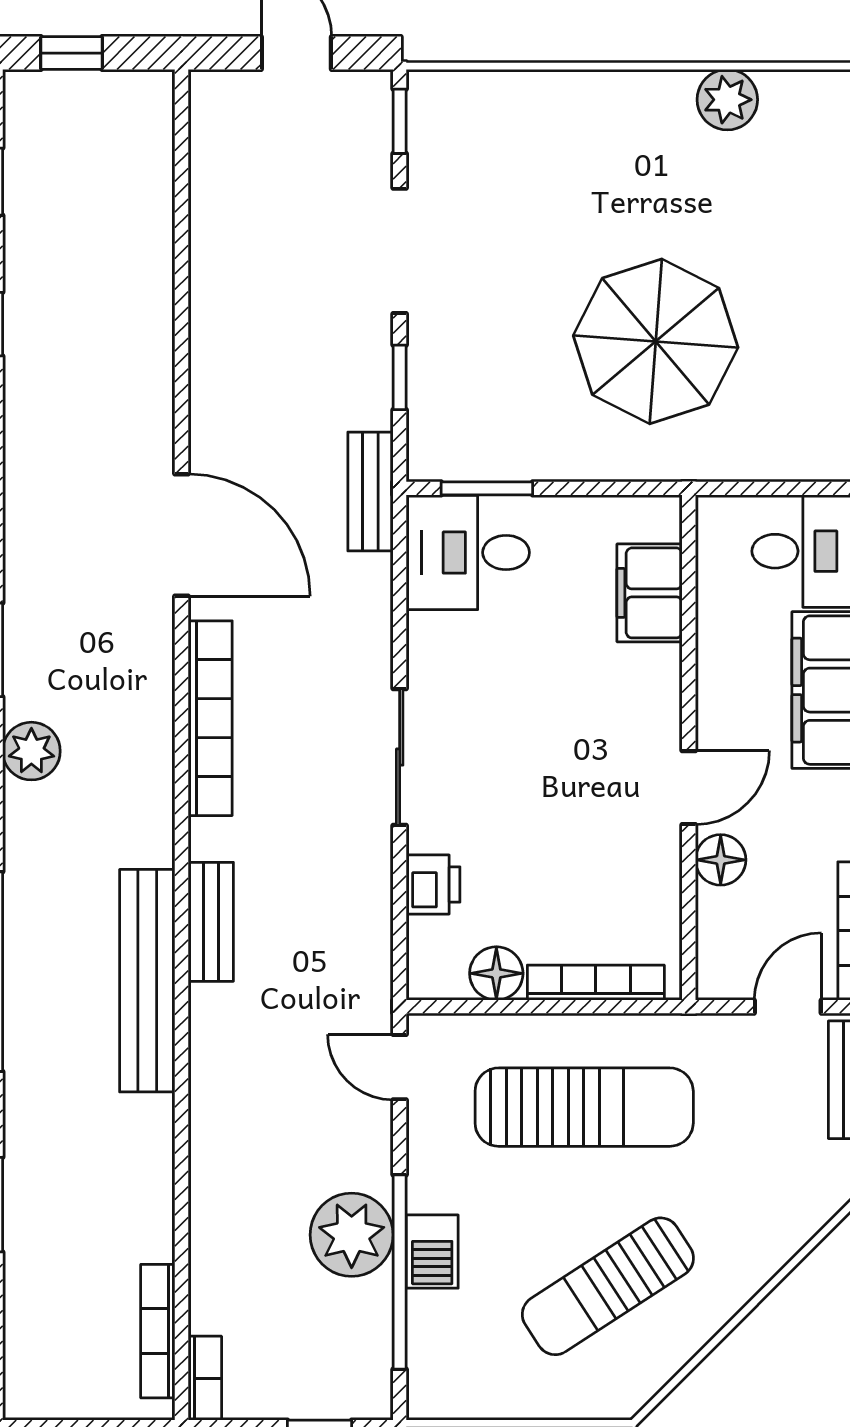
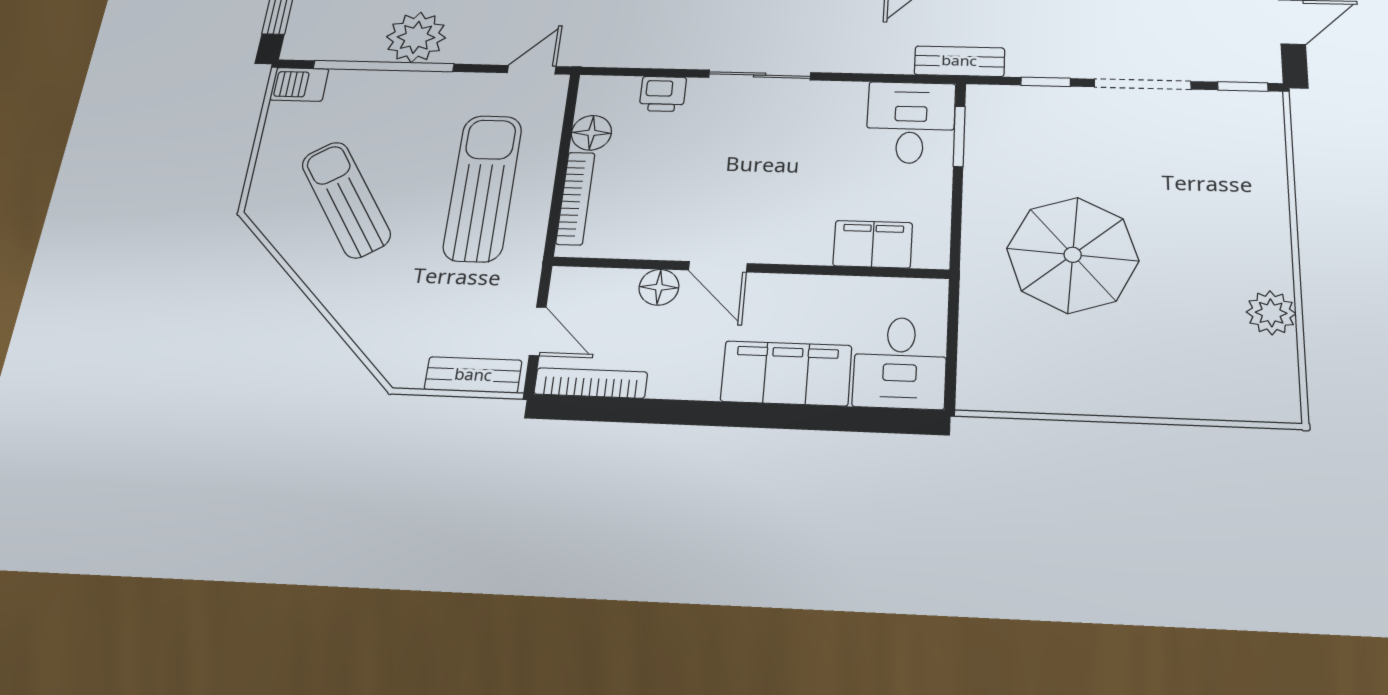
sun lounger: (584, 1107) -> (483, 188), turned 180
barbecue: (432, 1252) -> (299, 84), moved

